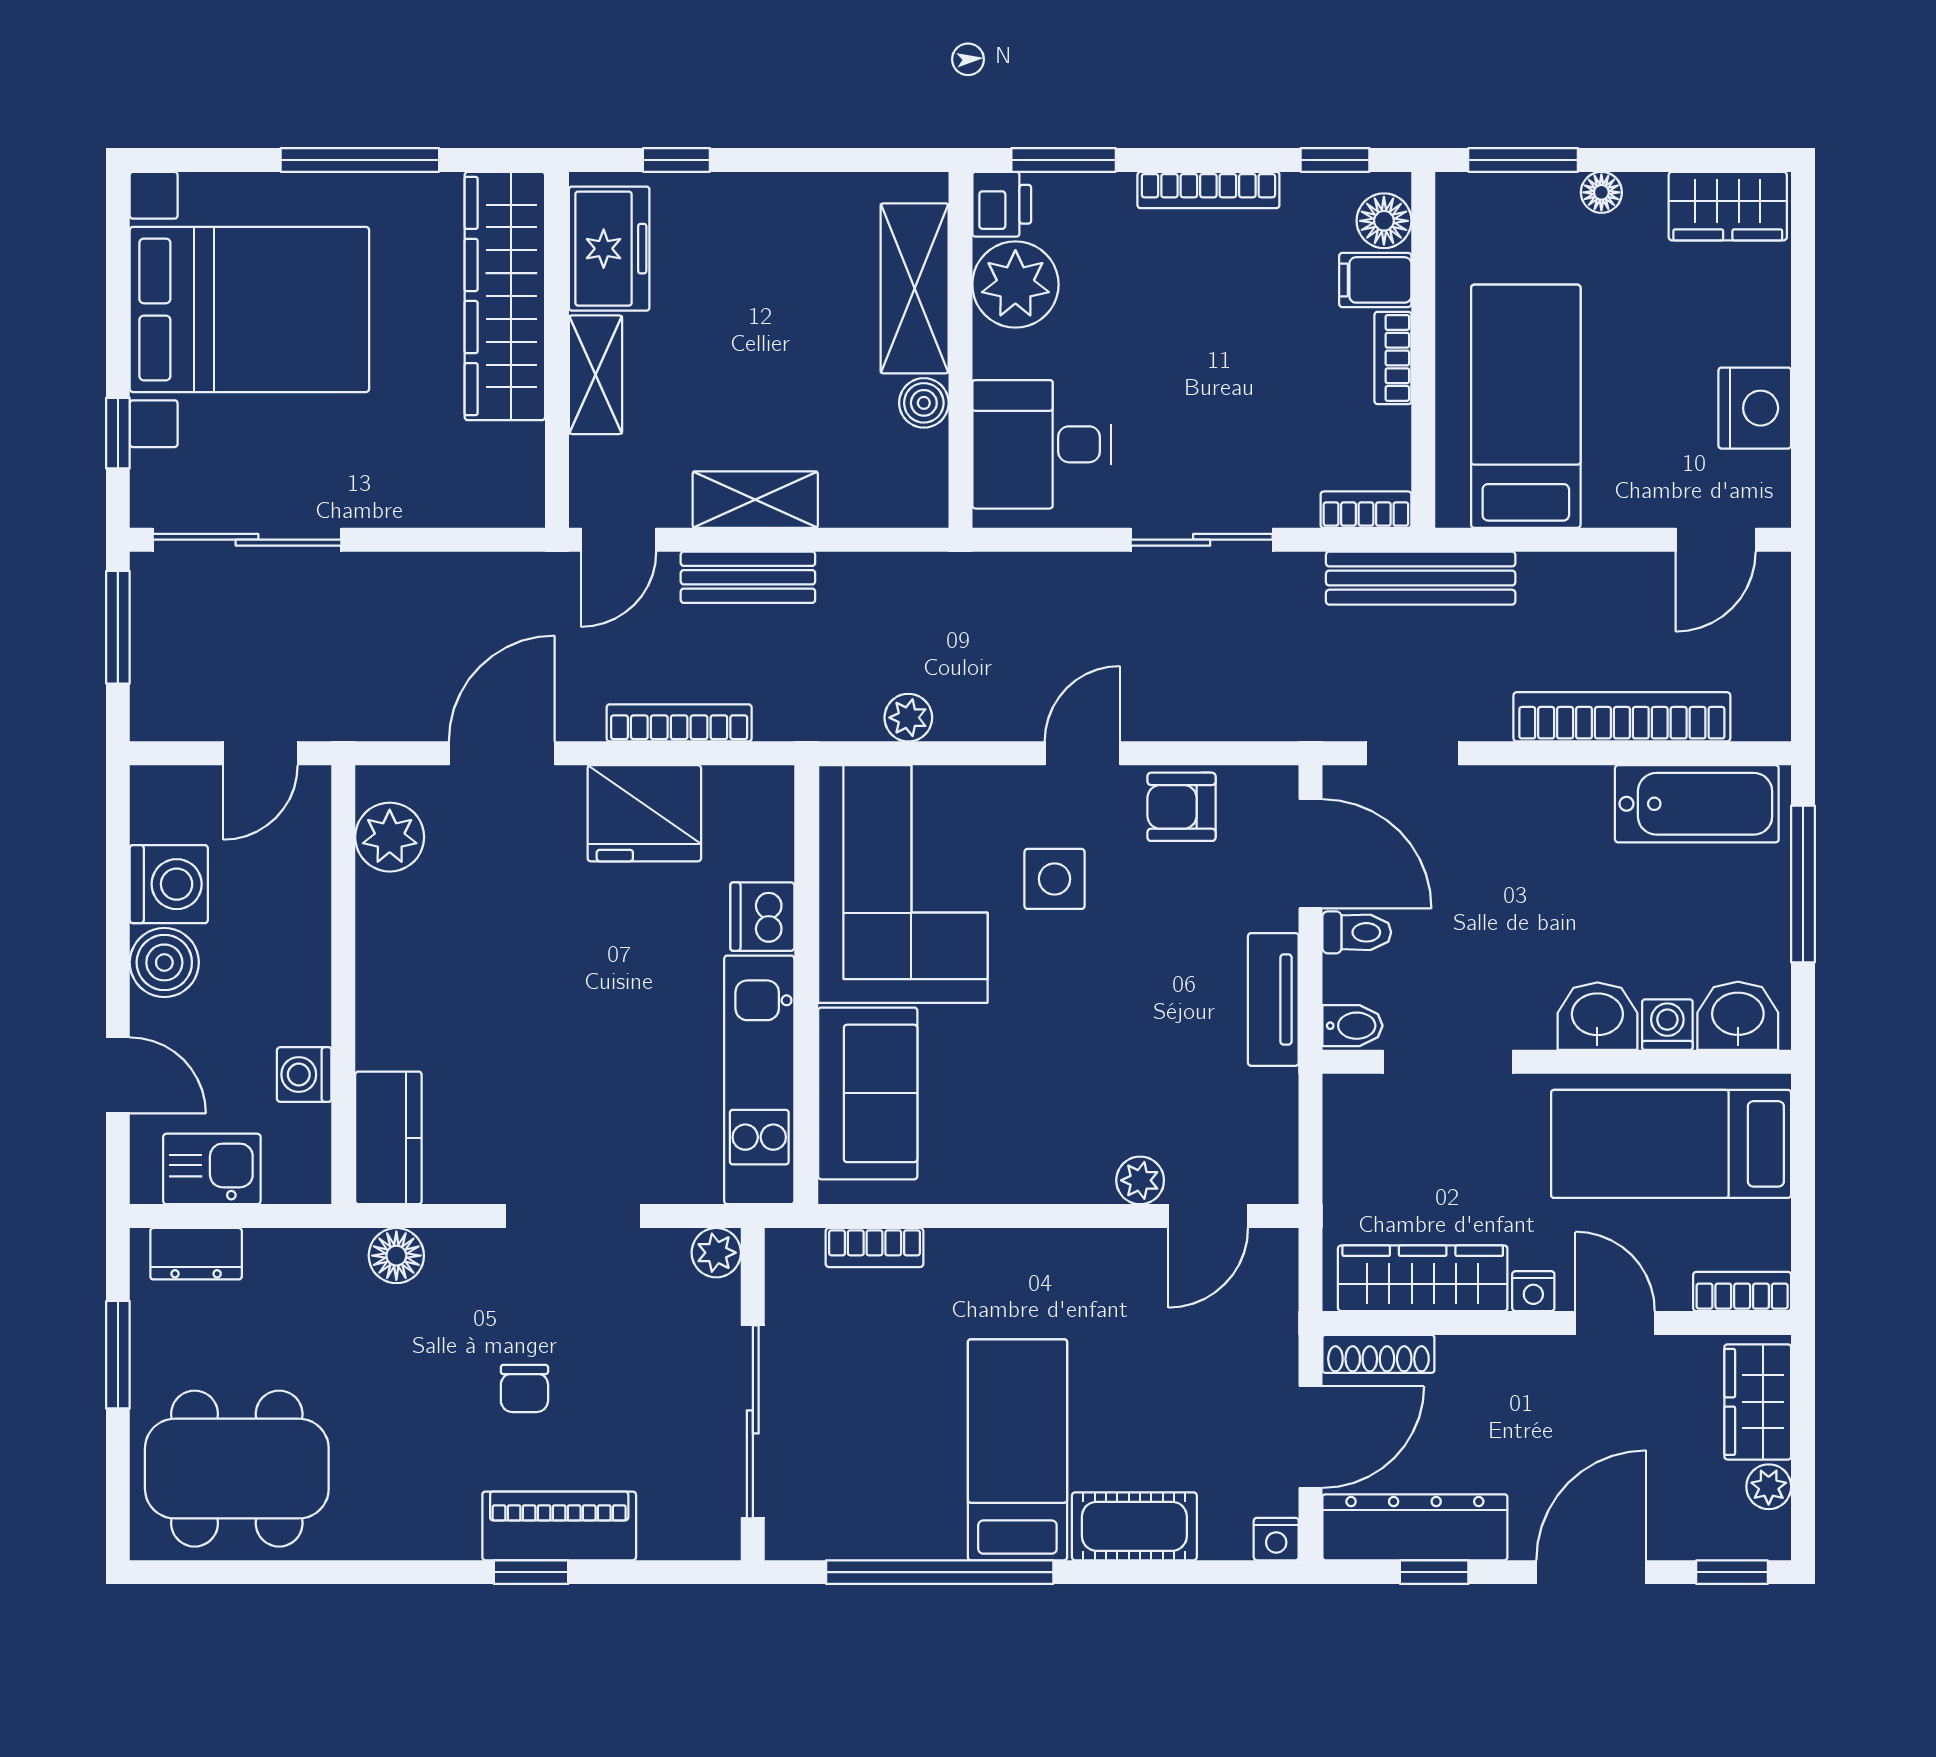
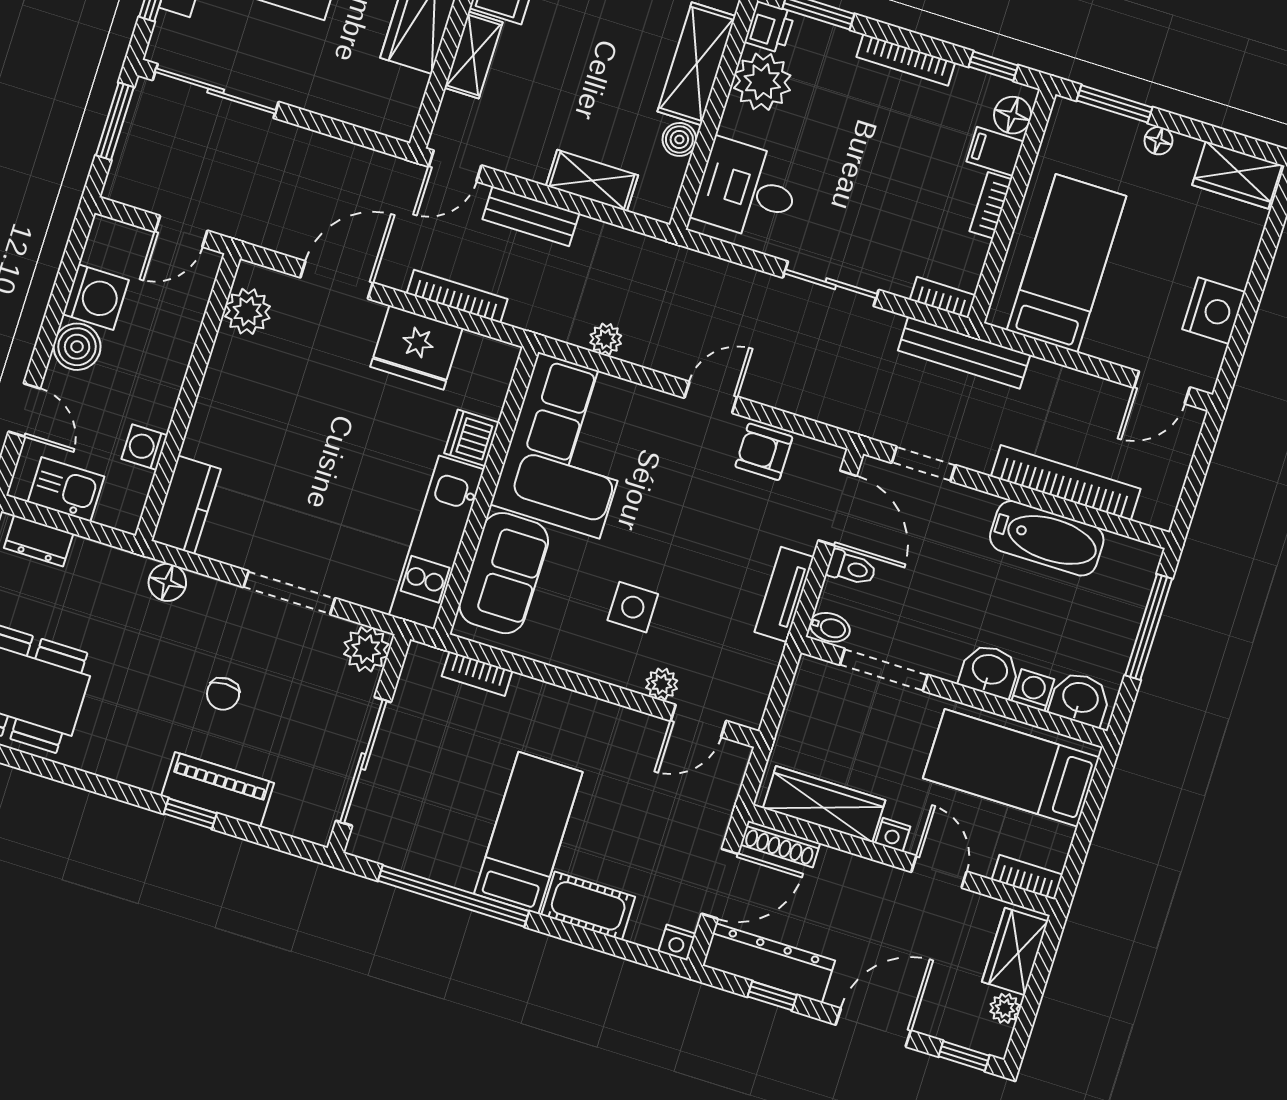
shelving: (755, 500) -> (592, 181), moved
bathtub: (1697, 804) -> (1047, 538), moved
side table: (1055, 879) -> (633, 607), moved
plant: (716, 1253) -> (366, 649), width x1.38, depth x1.38

